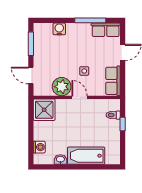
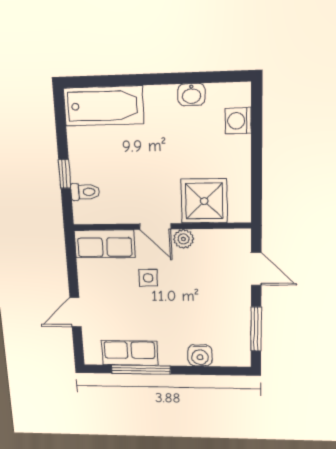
row of seats: (106, 30) -> (130, 353), moved
row of seats: (113, 81) -> (105, 244), moved, turned 90
plant: (62, 87) -> (183, 239), width x0.53, depth x0.53
shower: (44, 110) -> (204, 201), moved
bathtub: (86, 156) -> (104, 106), moved

